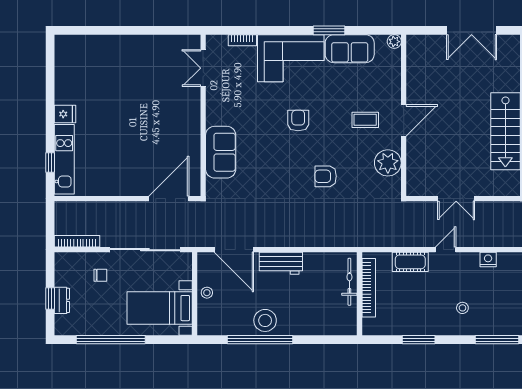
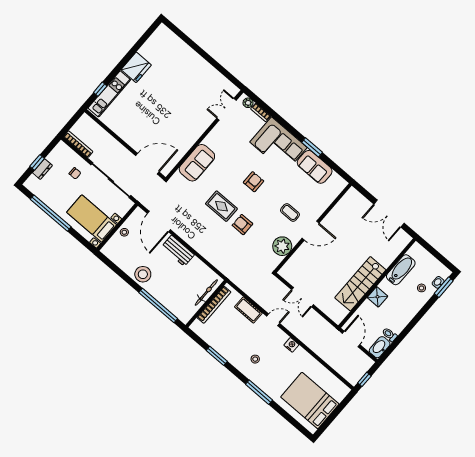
plant: (394, 42) -> (248, 103), moved
fridge: (65, 114) -> (136, 67), width x1.88, depth x1.34
rug: (286, 176) -> (221, 206), added
window: (260, 340) -> (158, 305), moved

